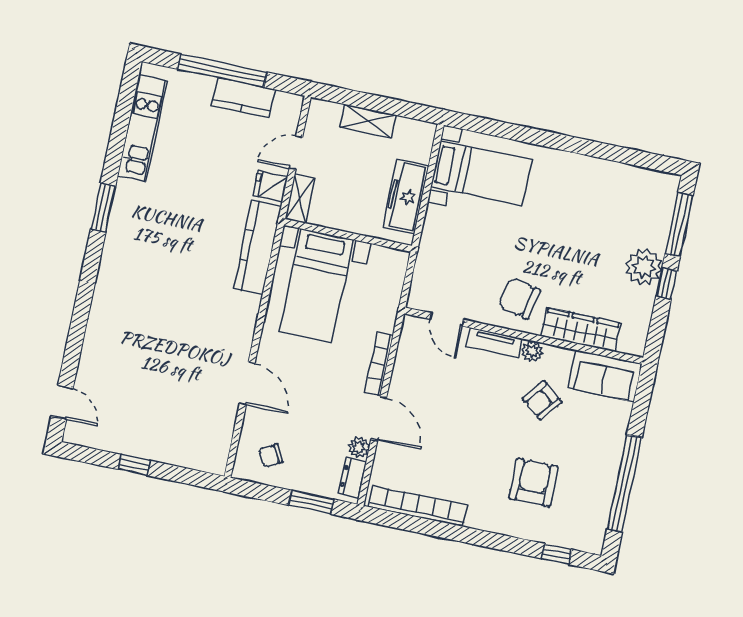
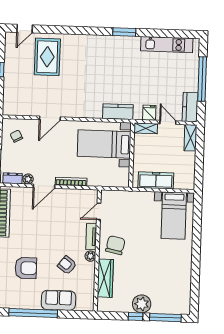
kitchen counter: (243, 98) -> (190, 107), moved
shelving: (368, 121) -> (190, 138), moved
kitchen counter: (257, 248) -> (118, 112), width x0.67
rug: (125, 368) -> (47, 57), added
sofa: (605, 376) -> (58, 300), moved, turned 90

